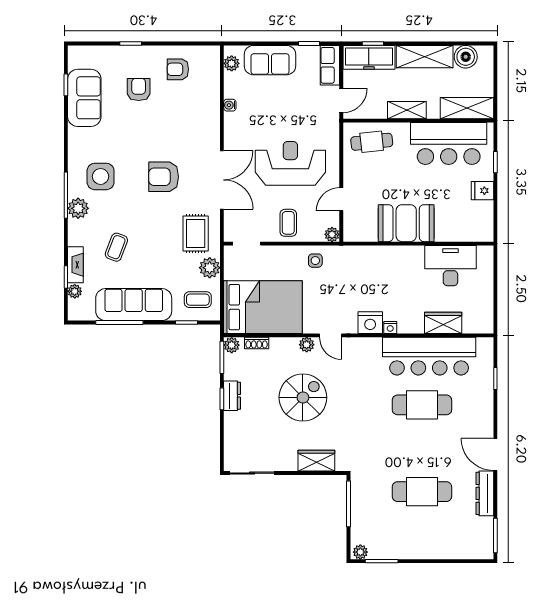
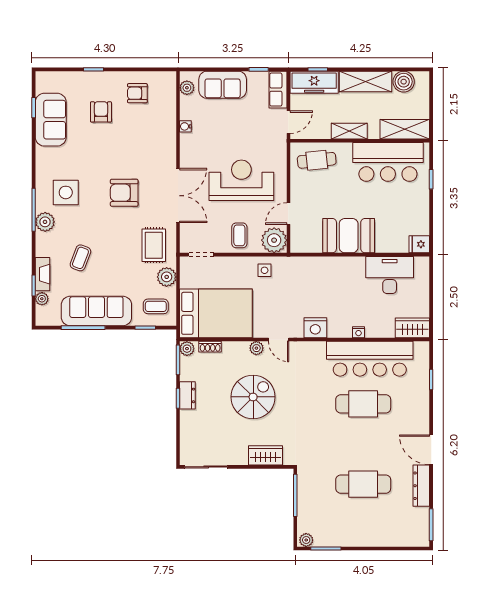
fridge: (483, 191) -> (419, 244), moved
plant: (332, 234) -> (274, 240), width x1.87, depth x1.87
wardrobe: (443, 323) -> (412, 328), moved
nightstand: (390, 327) -> (358, 332), moved

